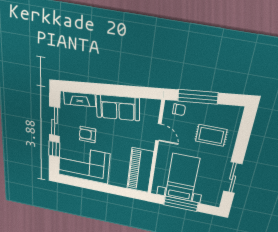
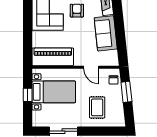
window: (198, 97) -> (126, 92), width x0.69
door: (158, 132) -> (91, 67), hinge flipped
window: (181, 204) -> (28, 95), width x0.46

